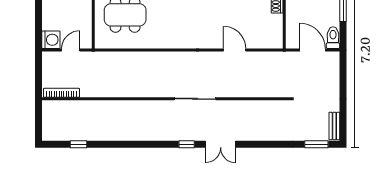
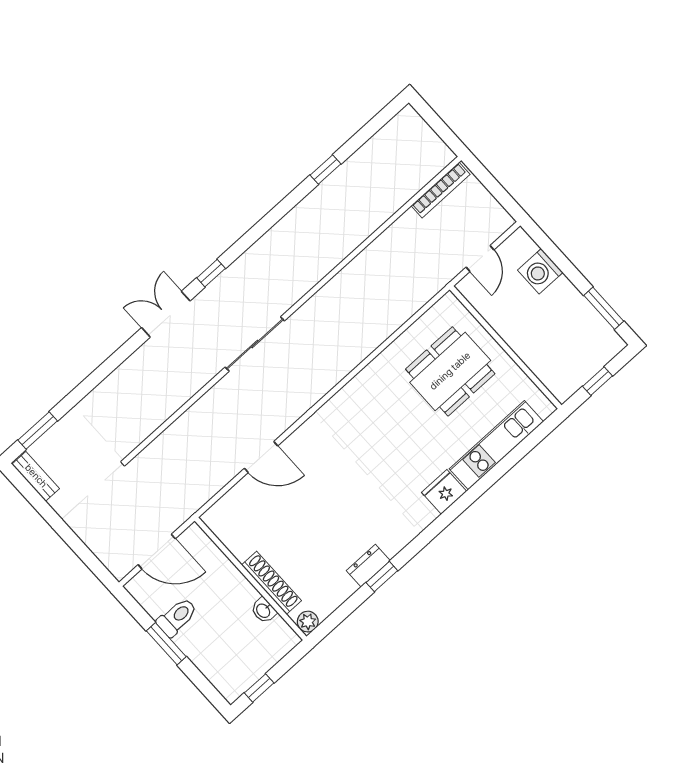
toilet: (333, 38) -> (177, 617), moved, turned -90
washing machine: (51, 40) -> (540, 271), moved
window: (78, 144) -> (325, 170), moved

